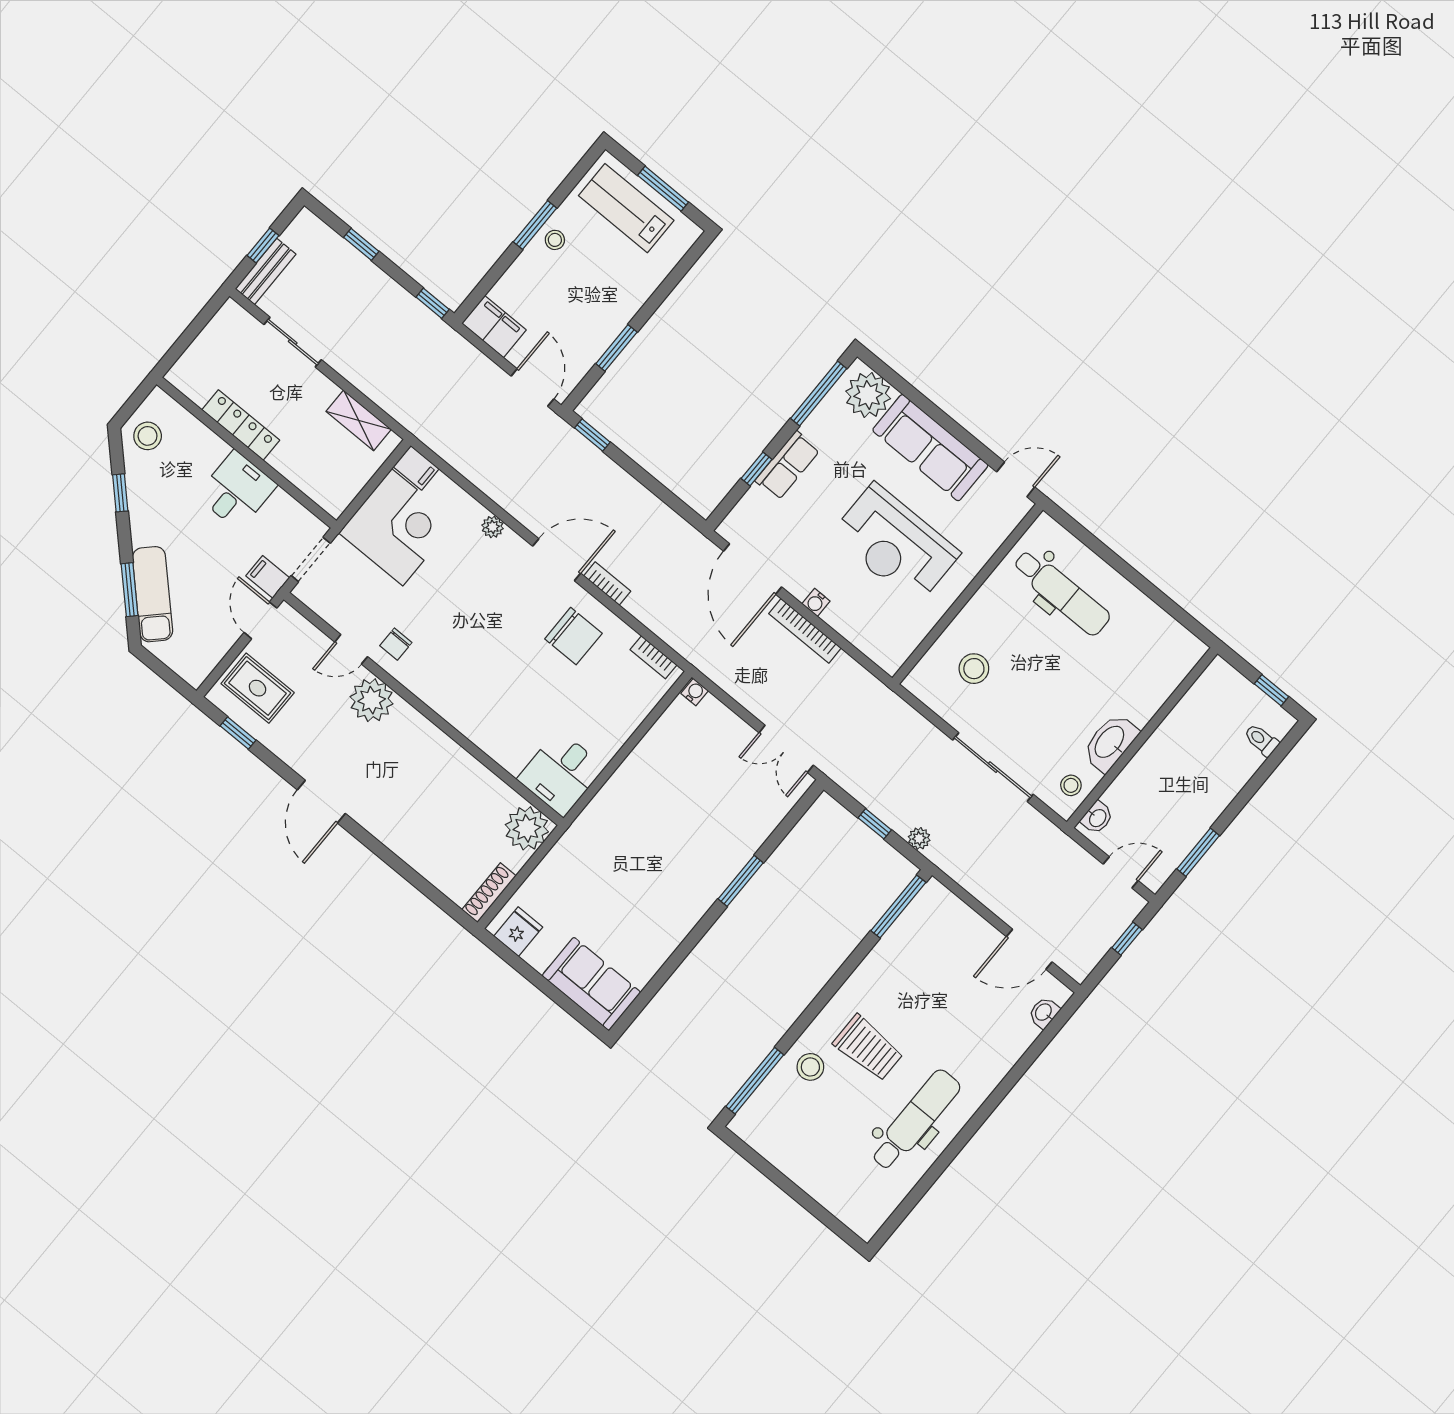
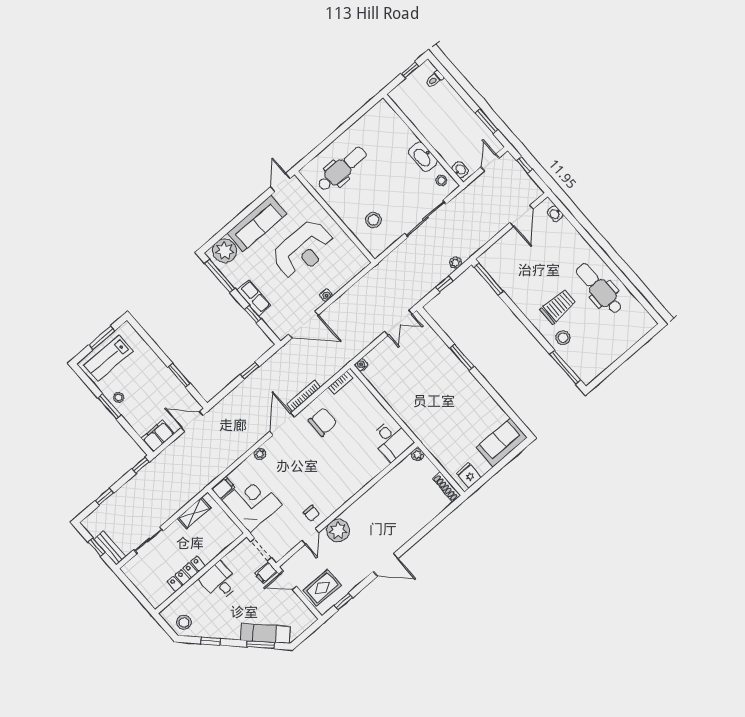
window: (592, 435) -> (249, 371), moved
bookcase: (607, 584) -> (304, 396), width x1.56
bookcase: (805, 631) -> (340, 303), removed
plant: (527, 828) -> (417, 455), width x0.53, depth x0.53

